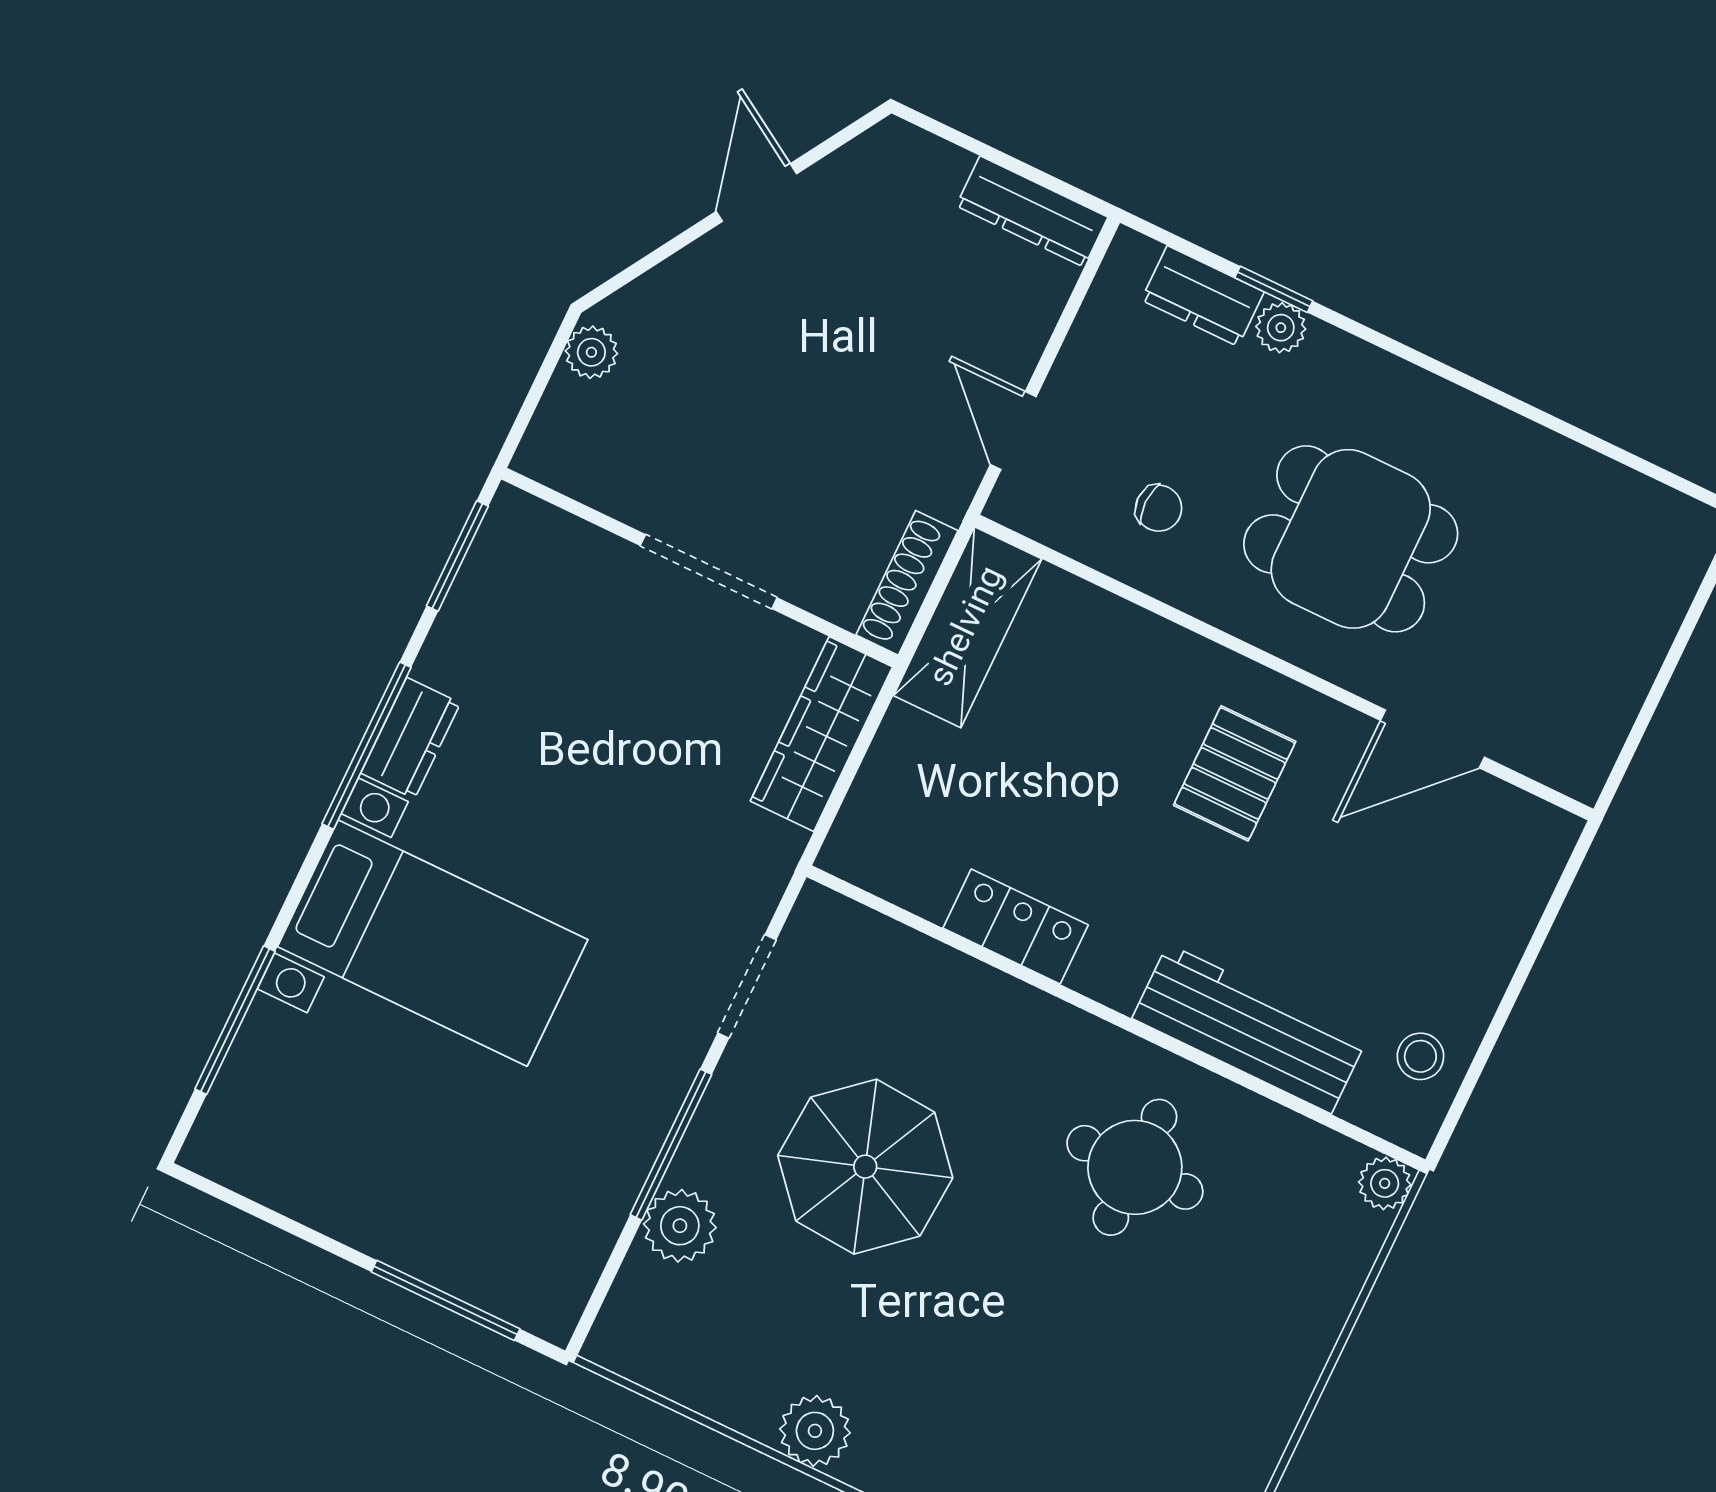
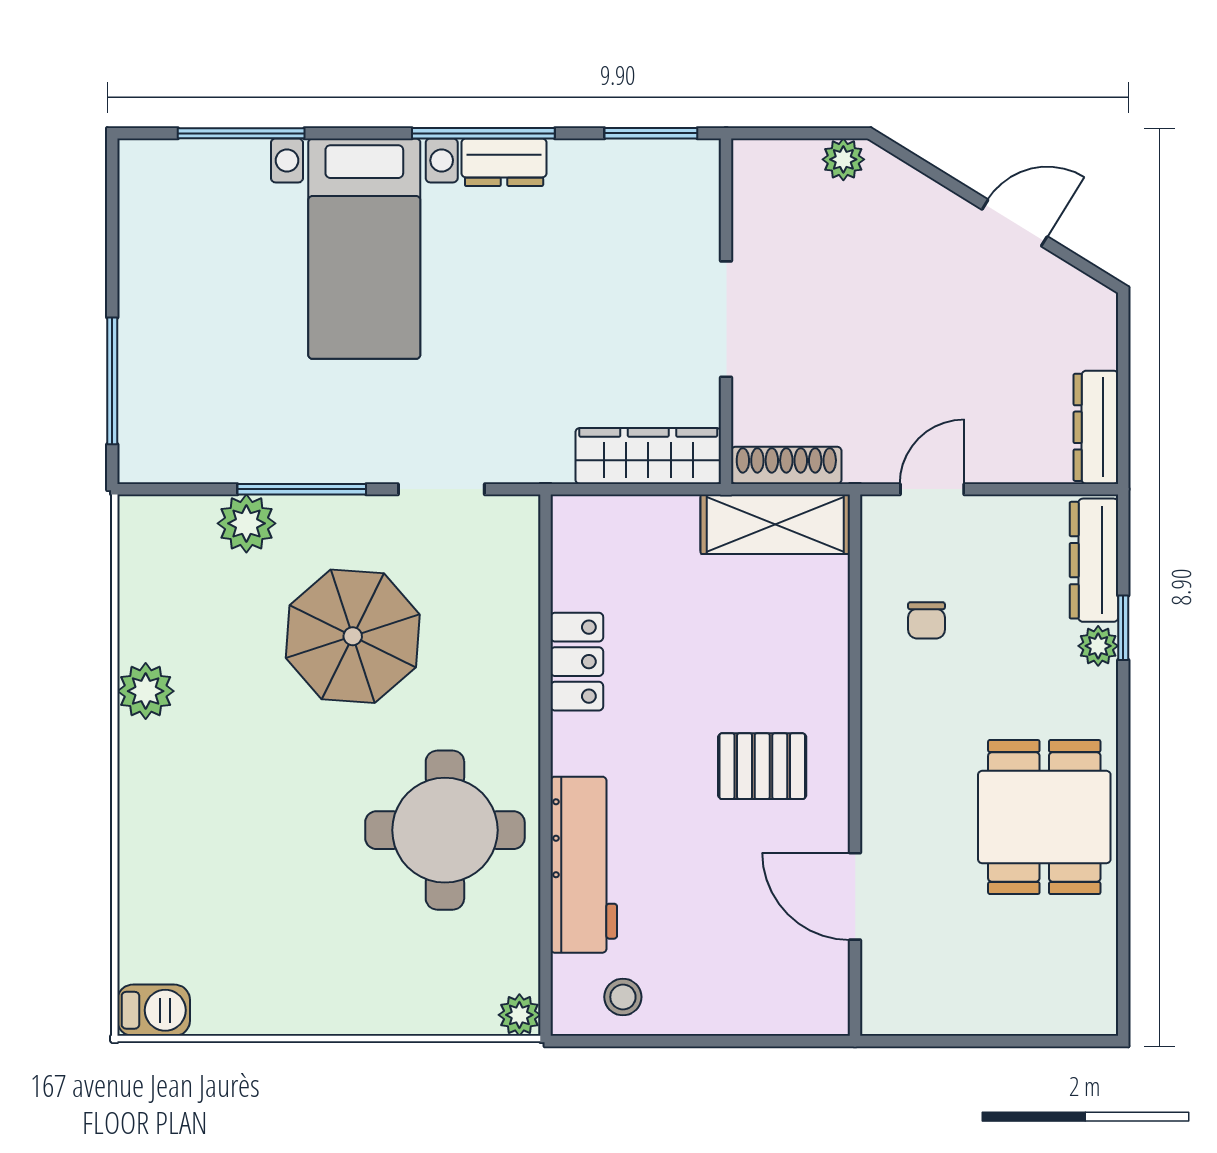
dresser: (1203, 296) -> (1094, 560), width x1.44
dining table: (1351, 539) -> (1044, 817), moved
round table: (1135, 1167) -> (445, 830), width x1.36, depth x1.36

